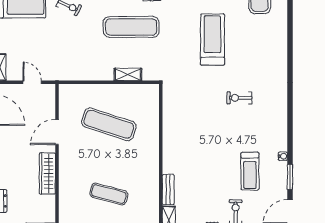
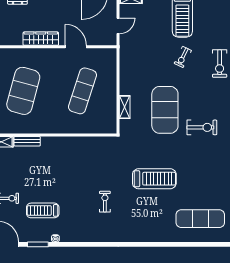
exercise mat: (131, 27) -> (165, 110), width x1.47
exercise mat: (109, 194) -> (23, 91), width x2.00, depth x1.45

